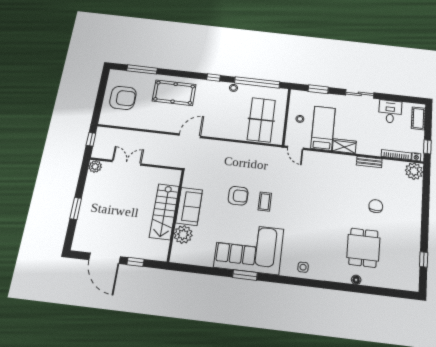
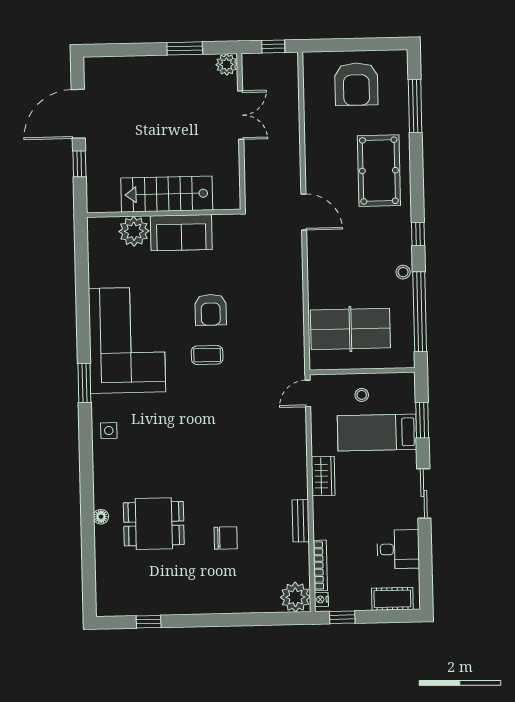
bed: (323, 128) -> (377, 432), moved, turned 180
window: (76, 208) -> (185, 48), moved
window: (245, 275) -> (84, 383), moved

